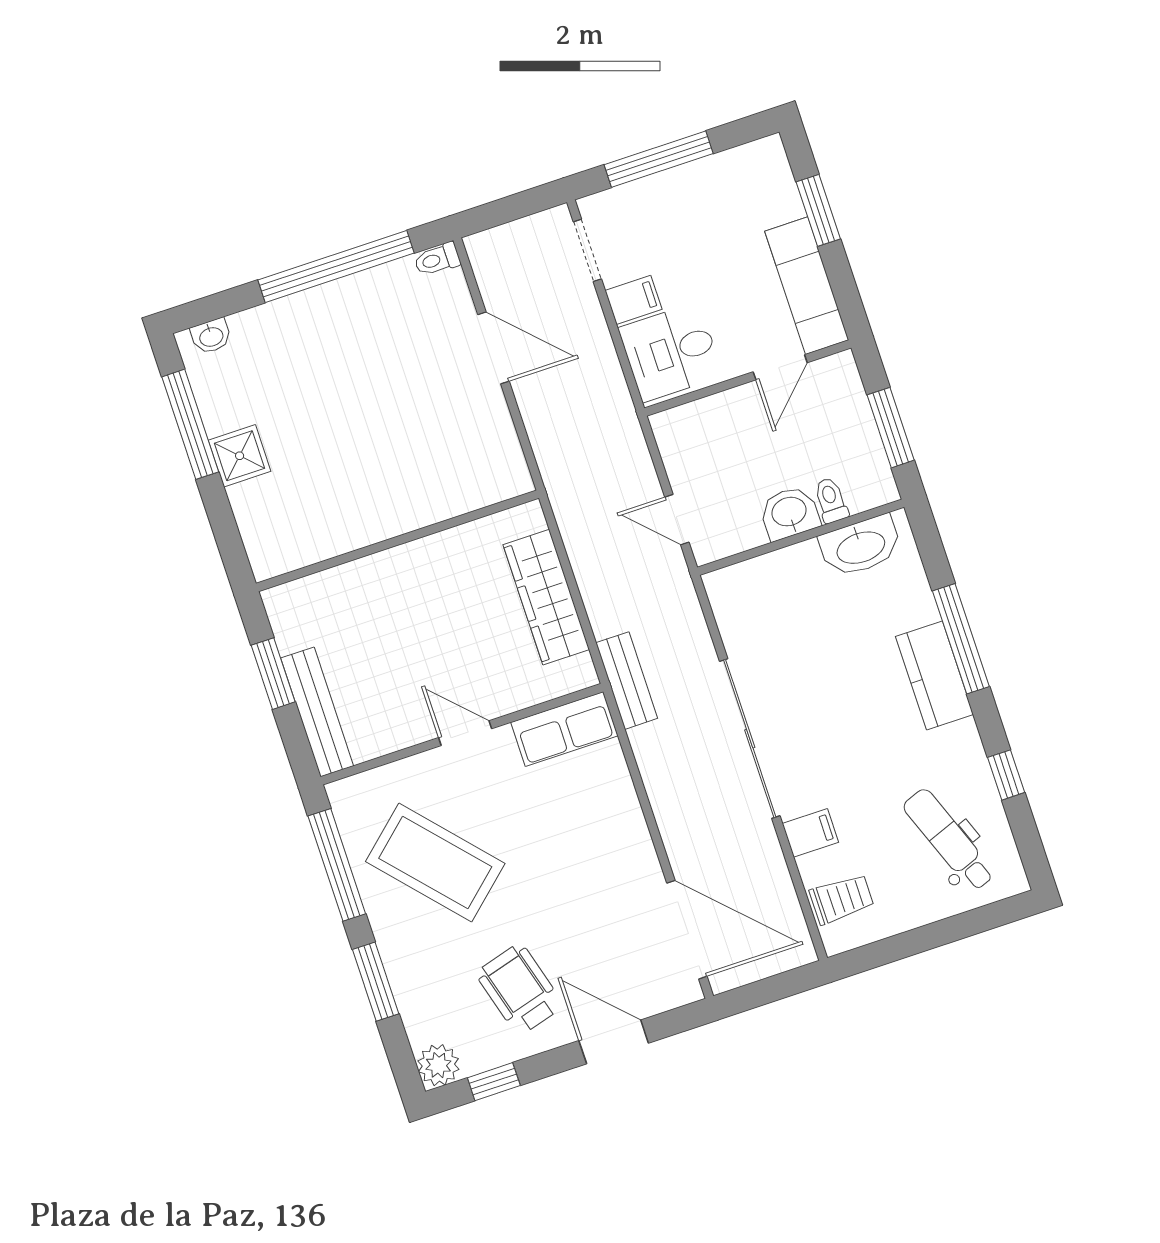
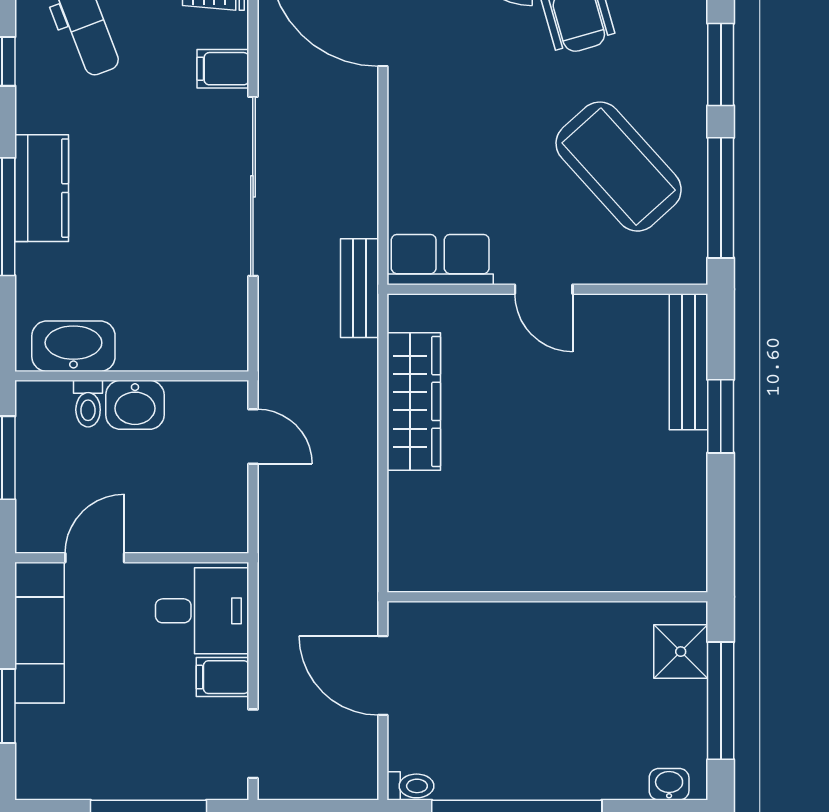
wall: (398, 541) -> (547, 597), moved

